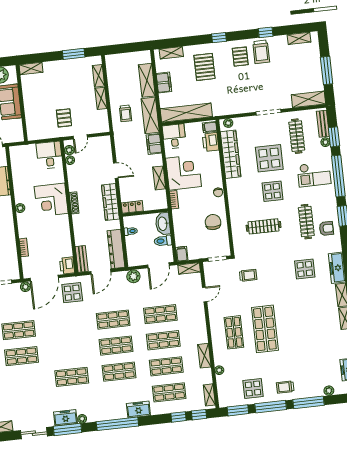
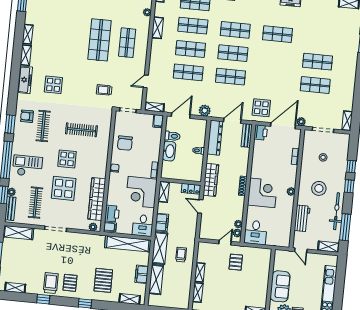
locker: (132, 207) -> (191, 189), moved
wall: (145, 213) -> (181, 181), moved

